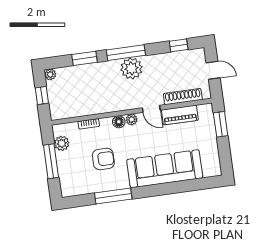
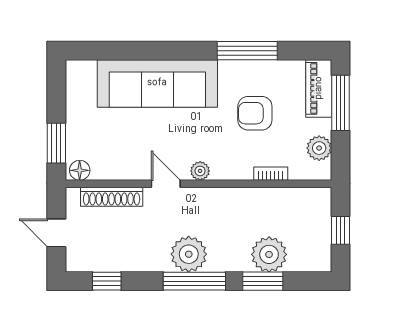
plant: (50, 74) -> (269, 254), moved, width x1.88, depth x1.88
piano: (180, 115) -> (319, 88), moved, turned -90
floor lamp: (119, 122) -> (80, 170), moved
window: (51, 161) -> (341, 103), moved

